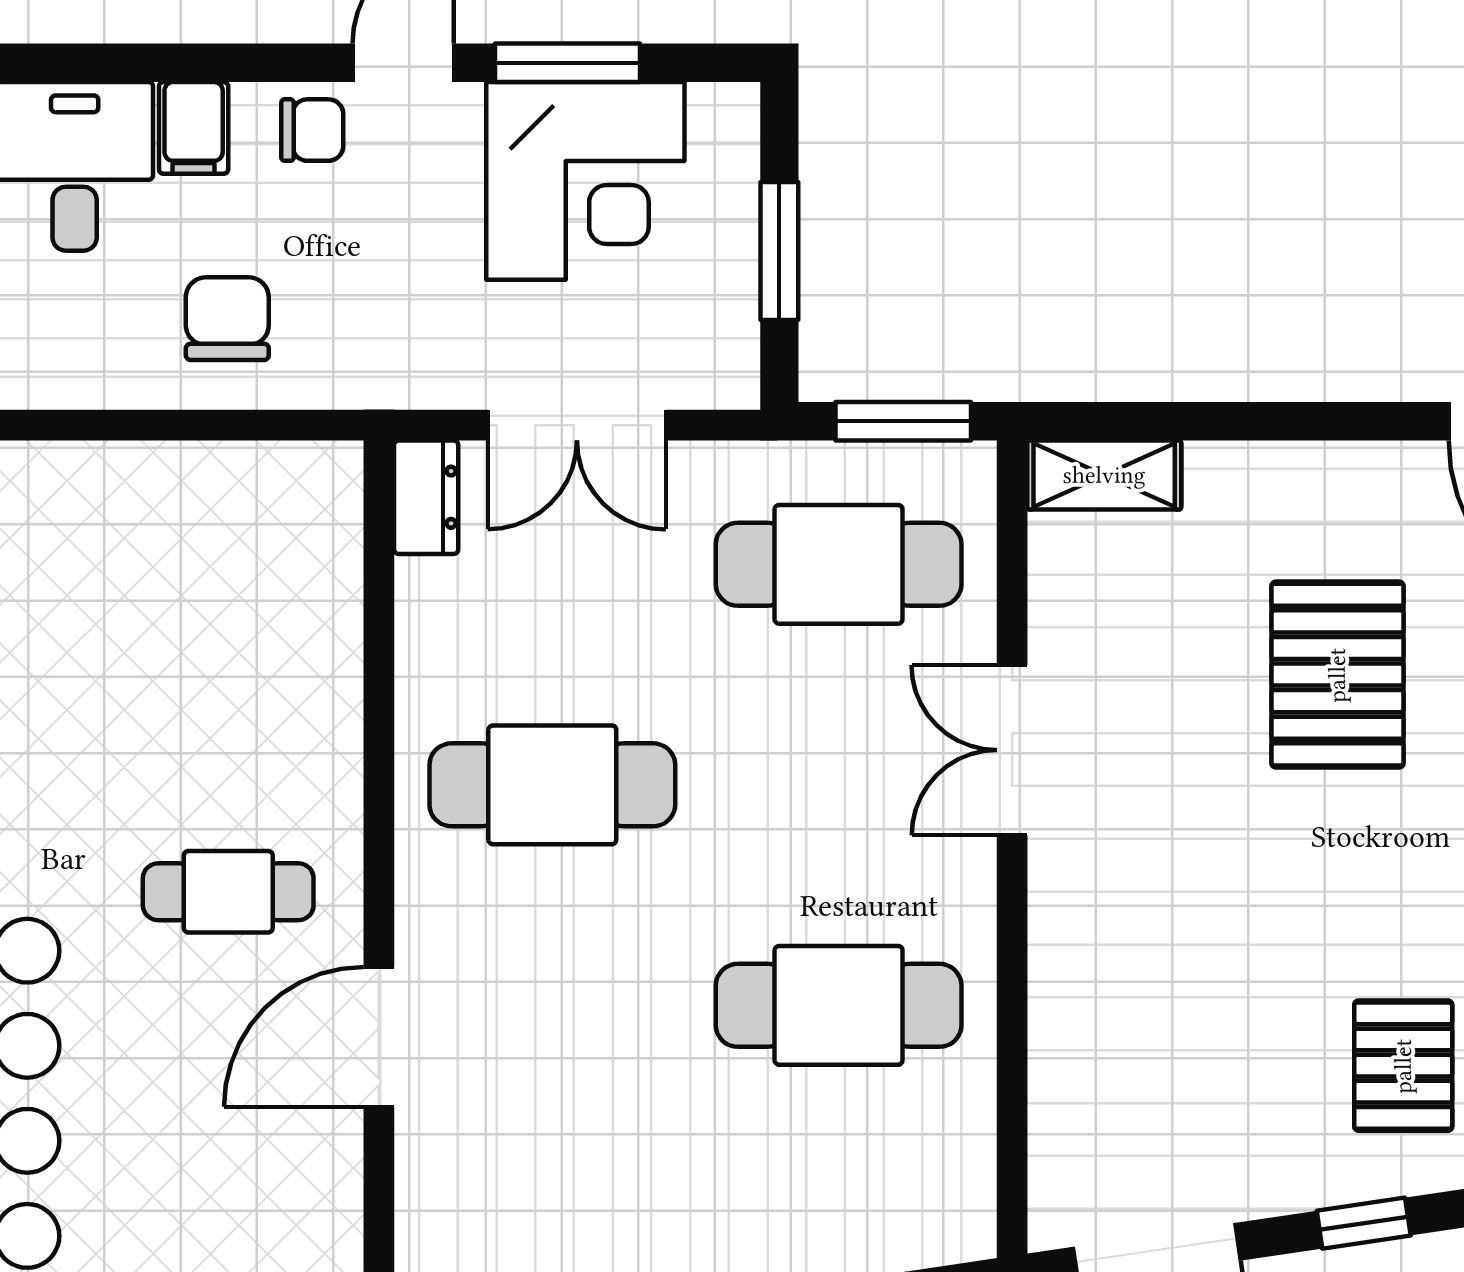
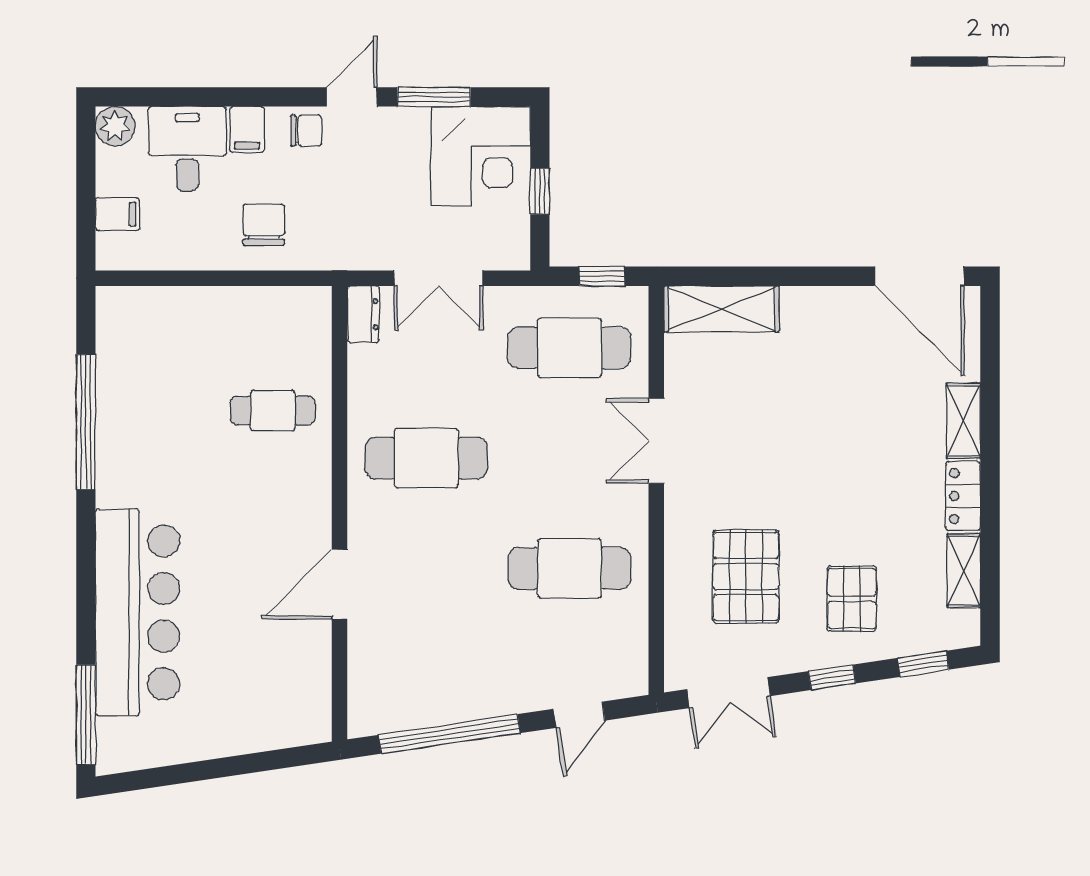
corner desk: (585, 181) -> (481, 156), moved
window: (779, 251) -> (540, 191), width x0.67
window: (903, 421) -> (602, 276), width x0.67
shelving: (1104, 475) -> (722, 309), width x1.50, depth x1.33
pallet: (1337, 675) -> (746, 577), moved
cafe table: (228, 892) -> (273, 411), moved

